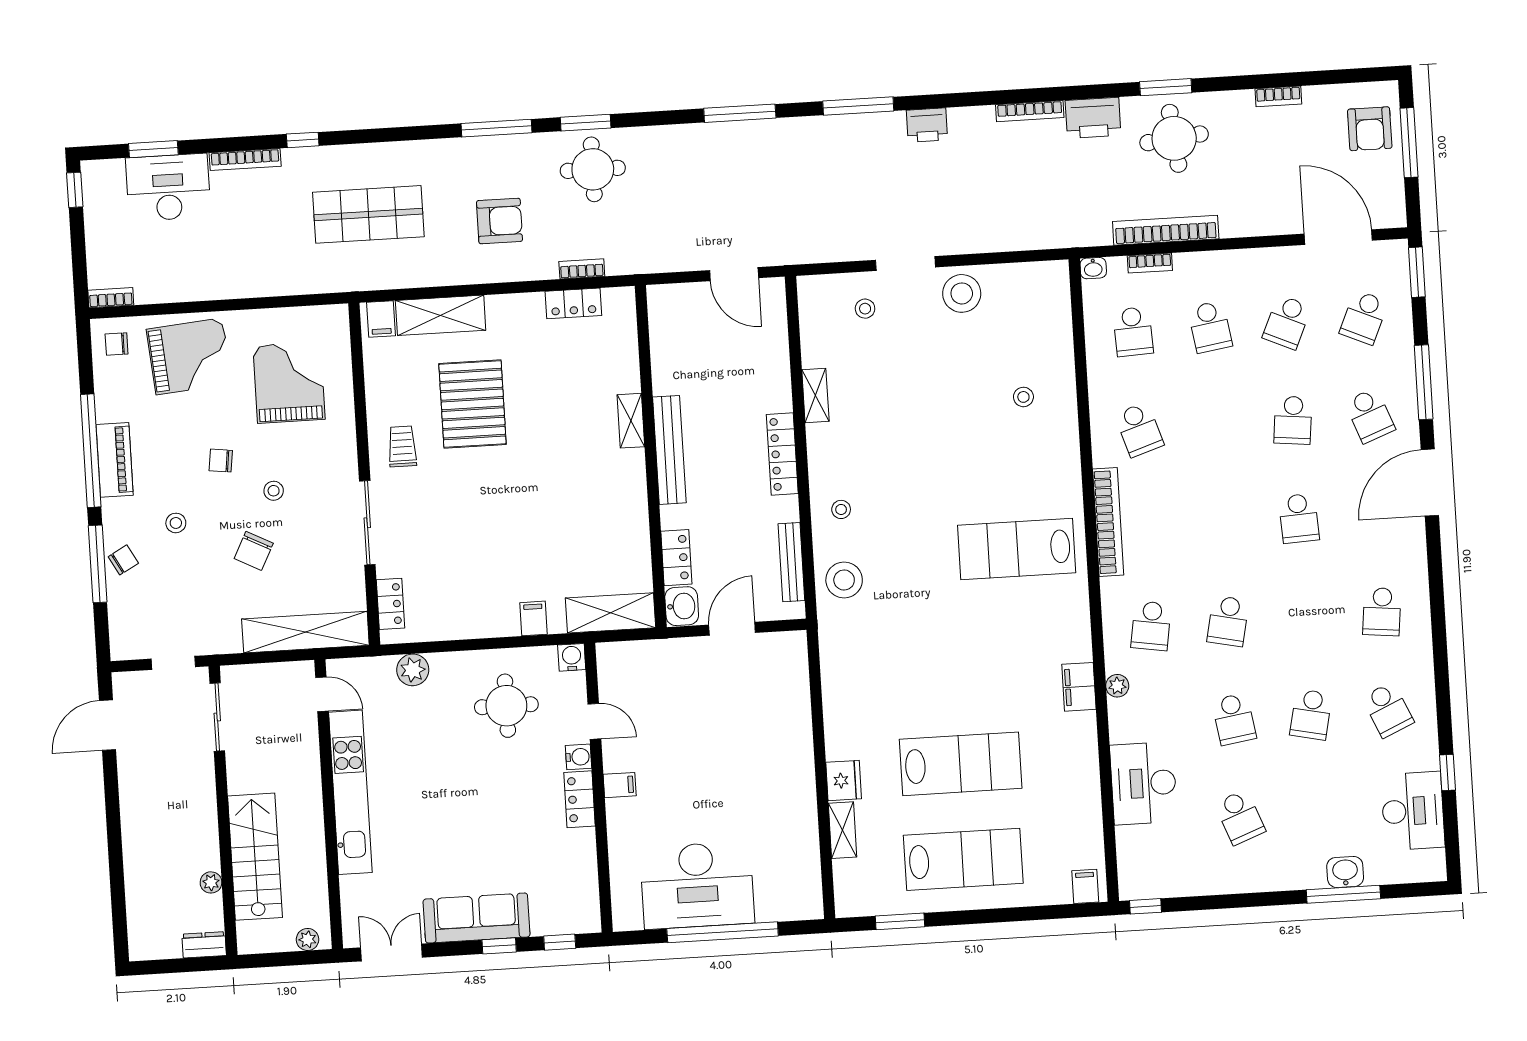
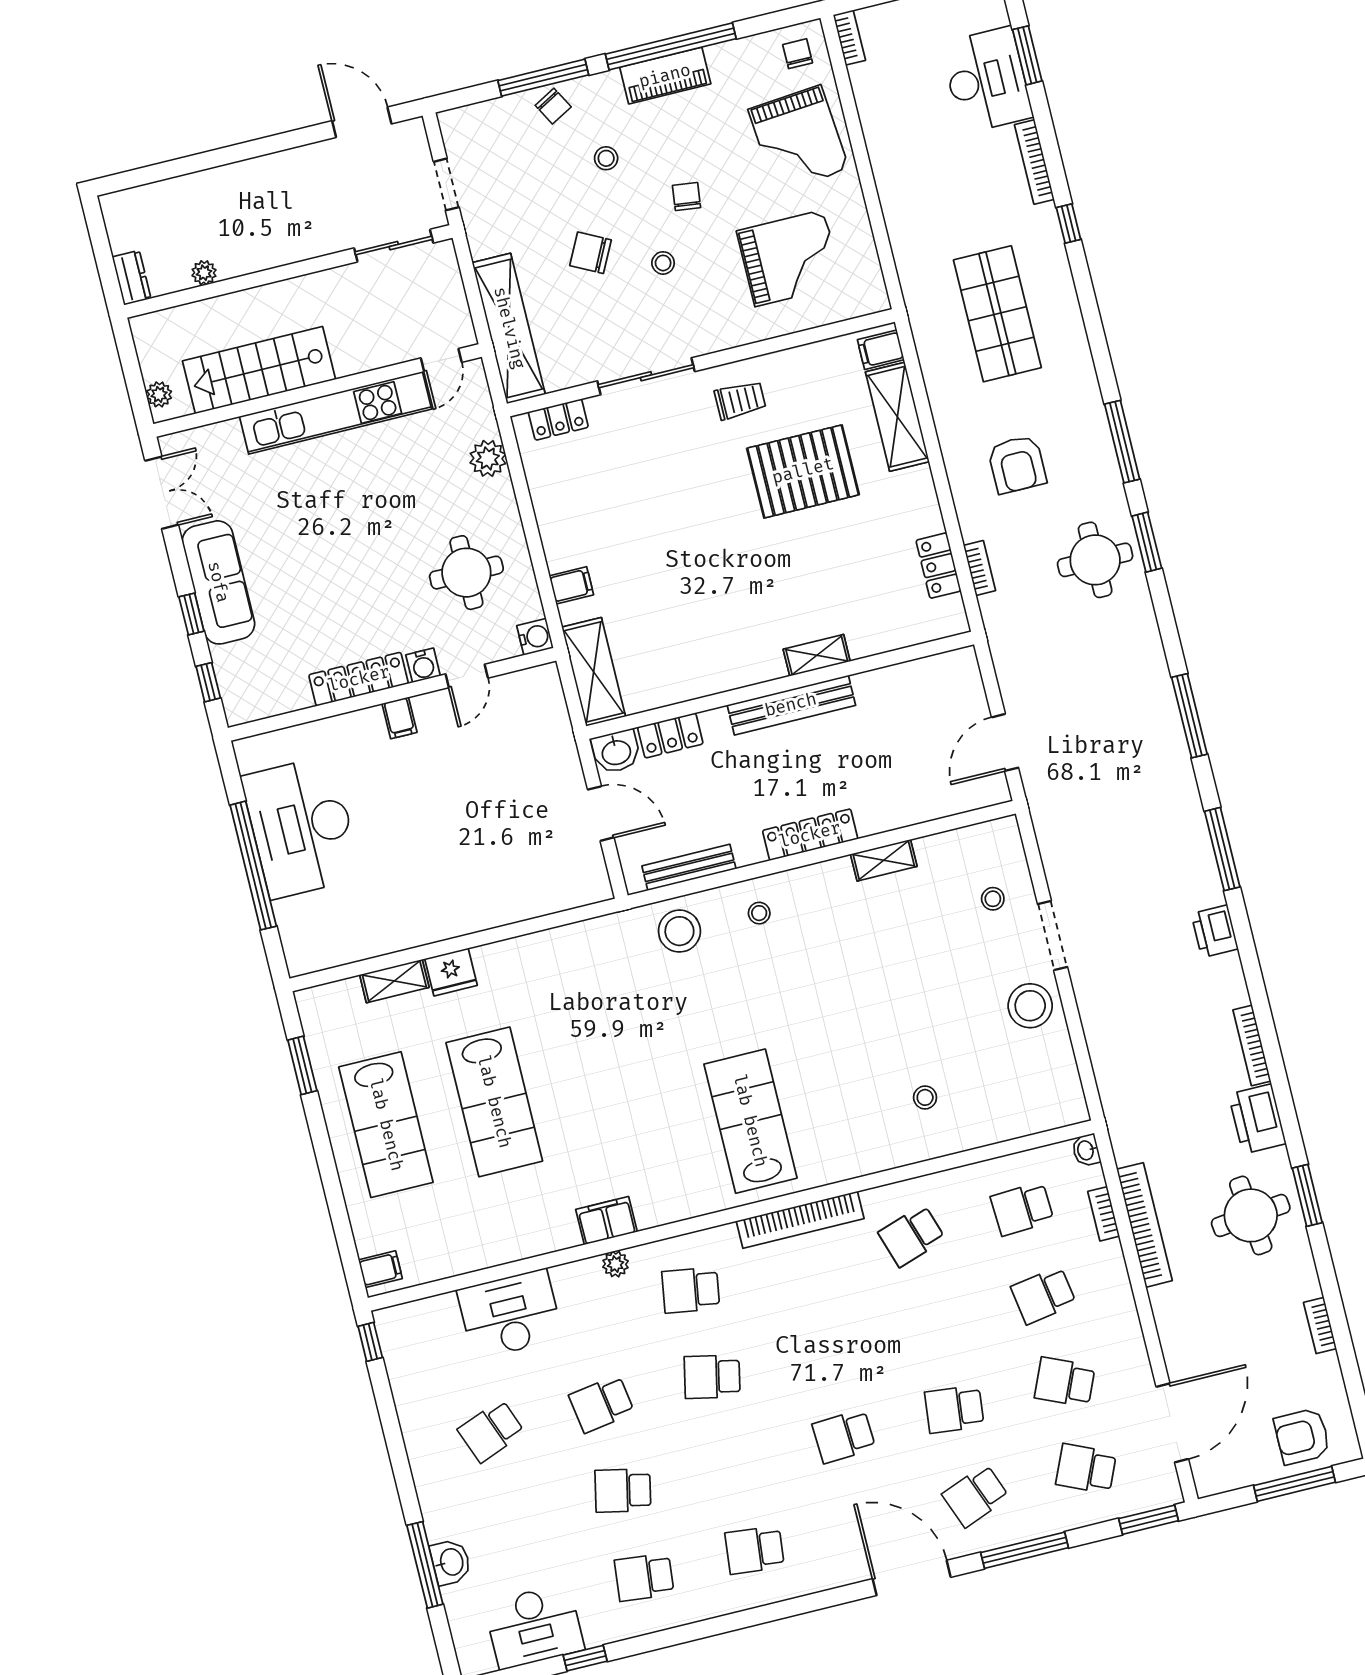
school desk: (1388, 710) -> (644, 1577), turned 30
locker: (579, 799) -> (359, 679), width x1.53
stairs: (255, 857) -> (259, 370), moved, turned 180

